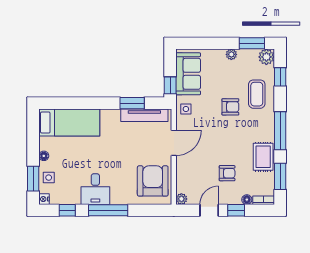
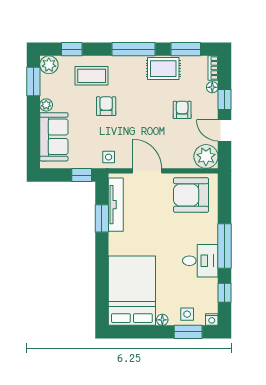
sofa: (188, 74) -> (54, 137), moved, turned 90
bed: (69, 123) -> (132, 291), width x1.50
plant: (181, 199) -> (206, 156), width x1.87, depth x1.87

